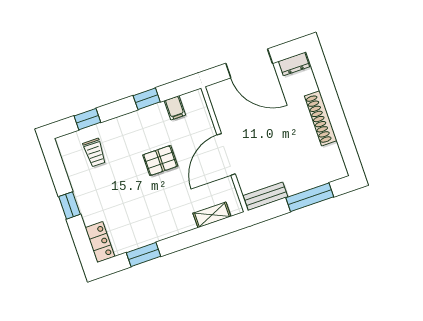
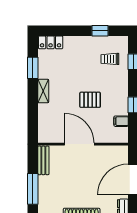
pallet: (160, 161) -> (90, 100), turned 90
window: (69, 205) -> (100, 31), moved
shelving: (212, 215) -> (43, 91), moved

